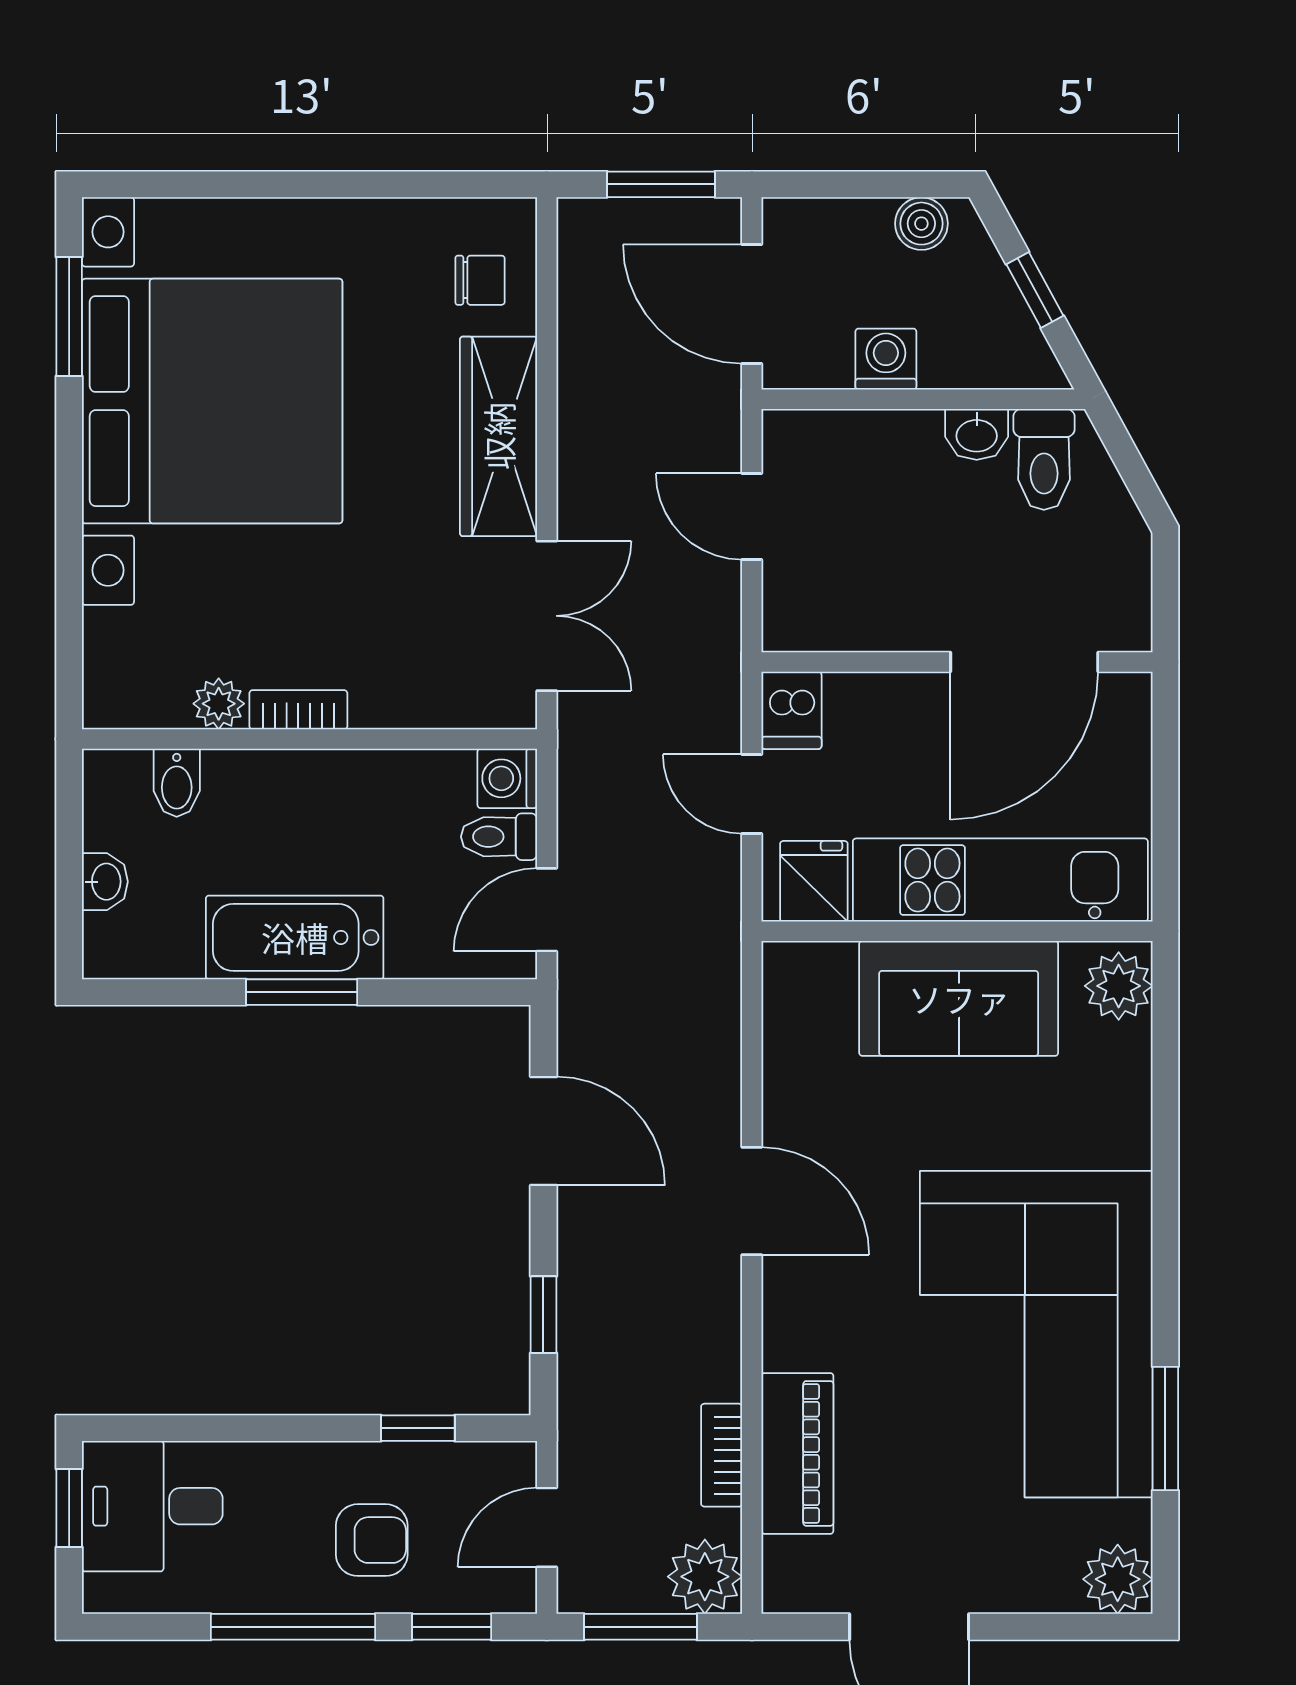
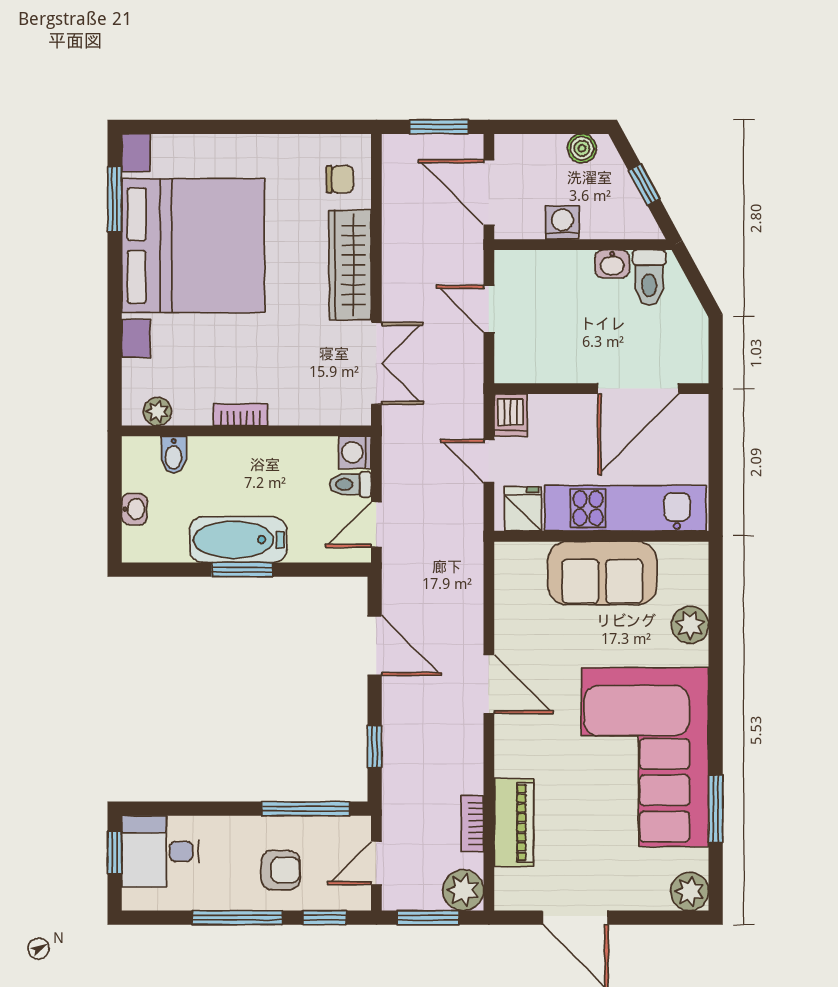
plant: (219, 704) -> (157, 412), moved
plant: (1119, 986) -> (690, 625), moved
window: (418, 1428) -> (306, 809), width x2.17

